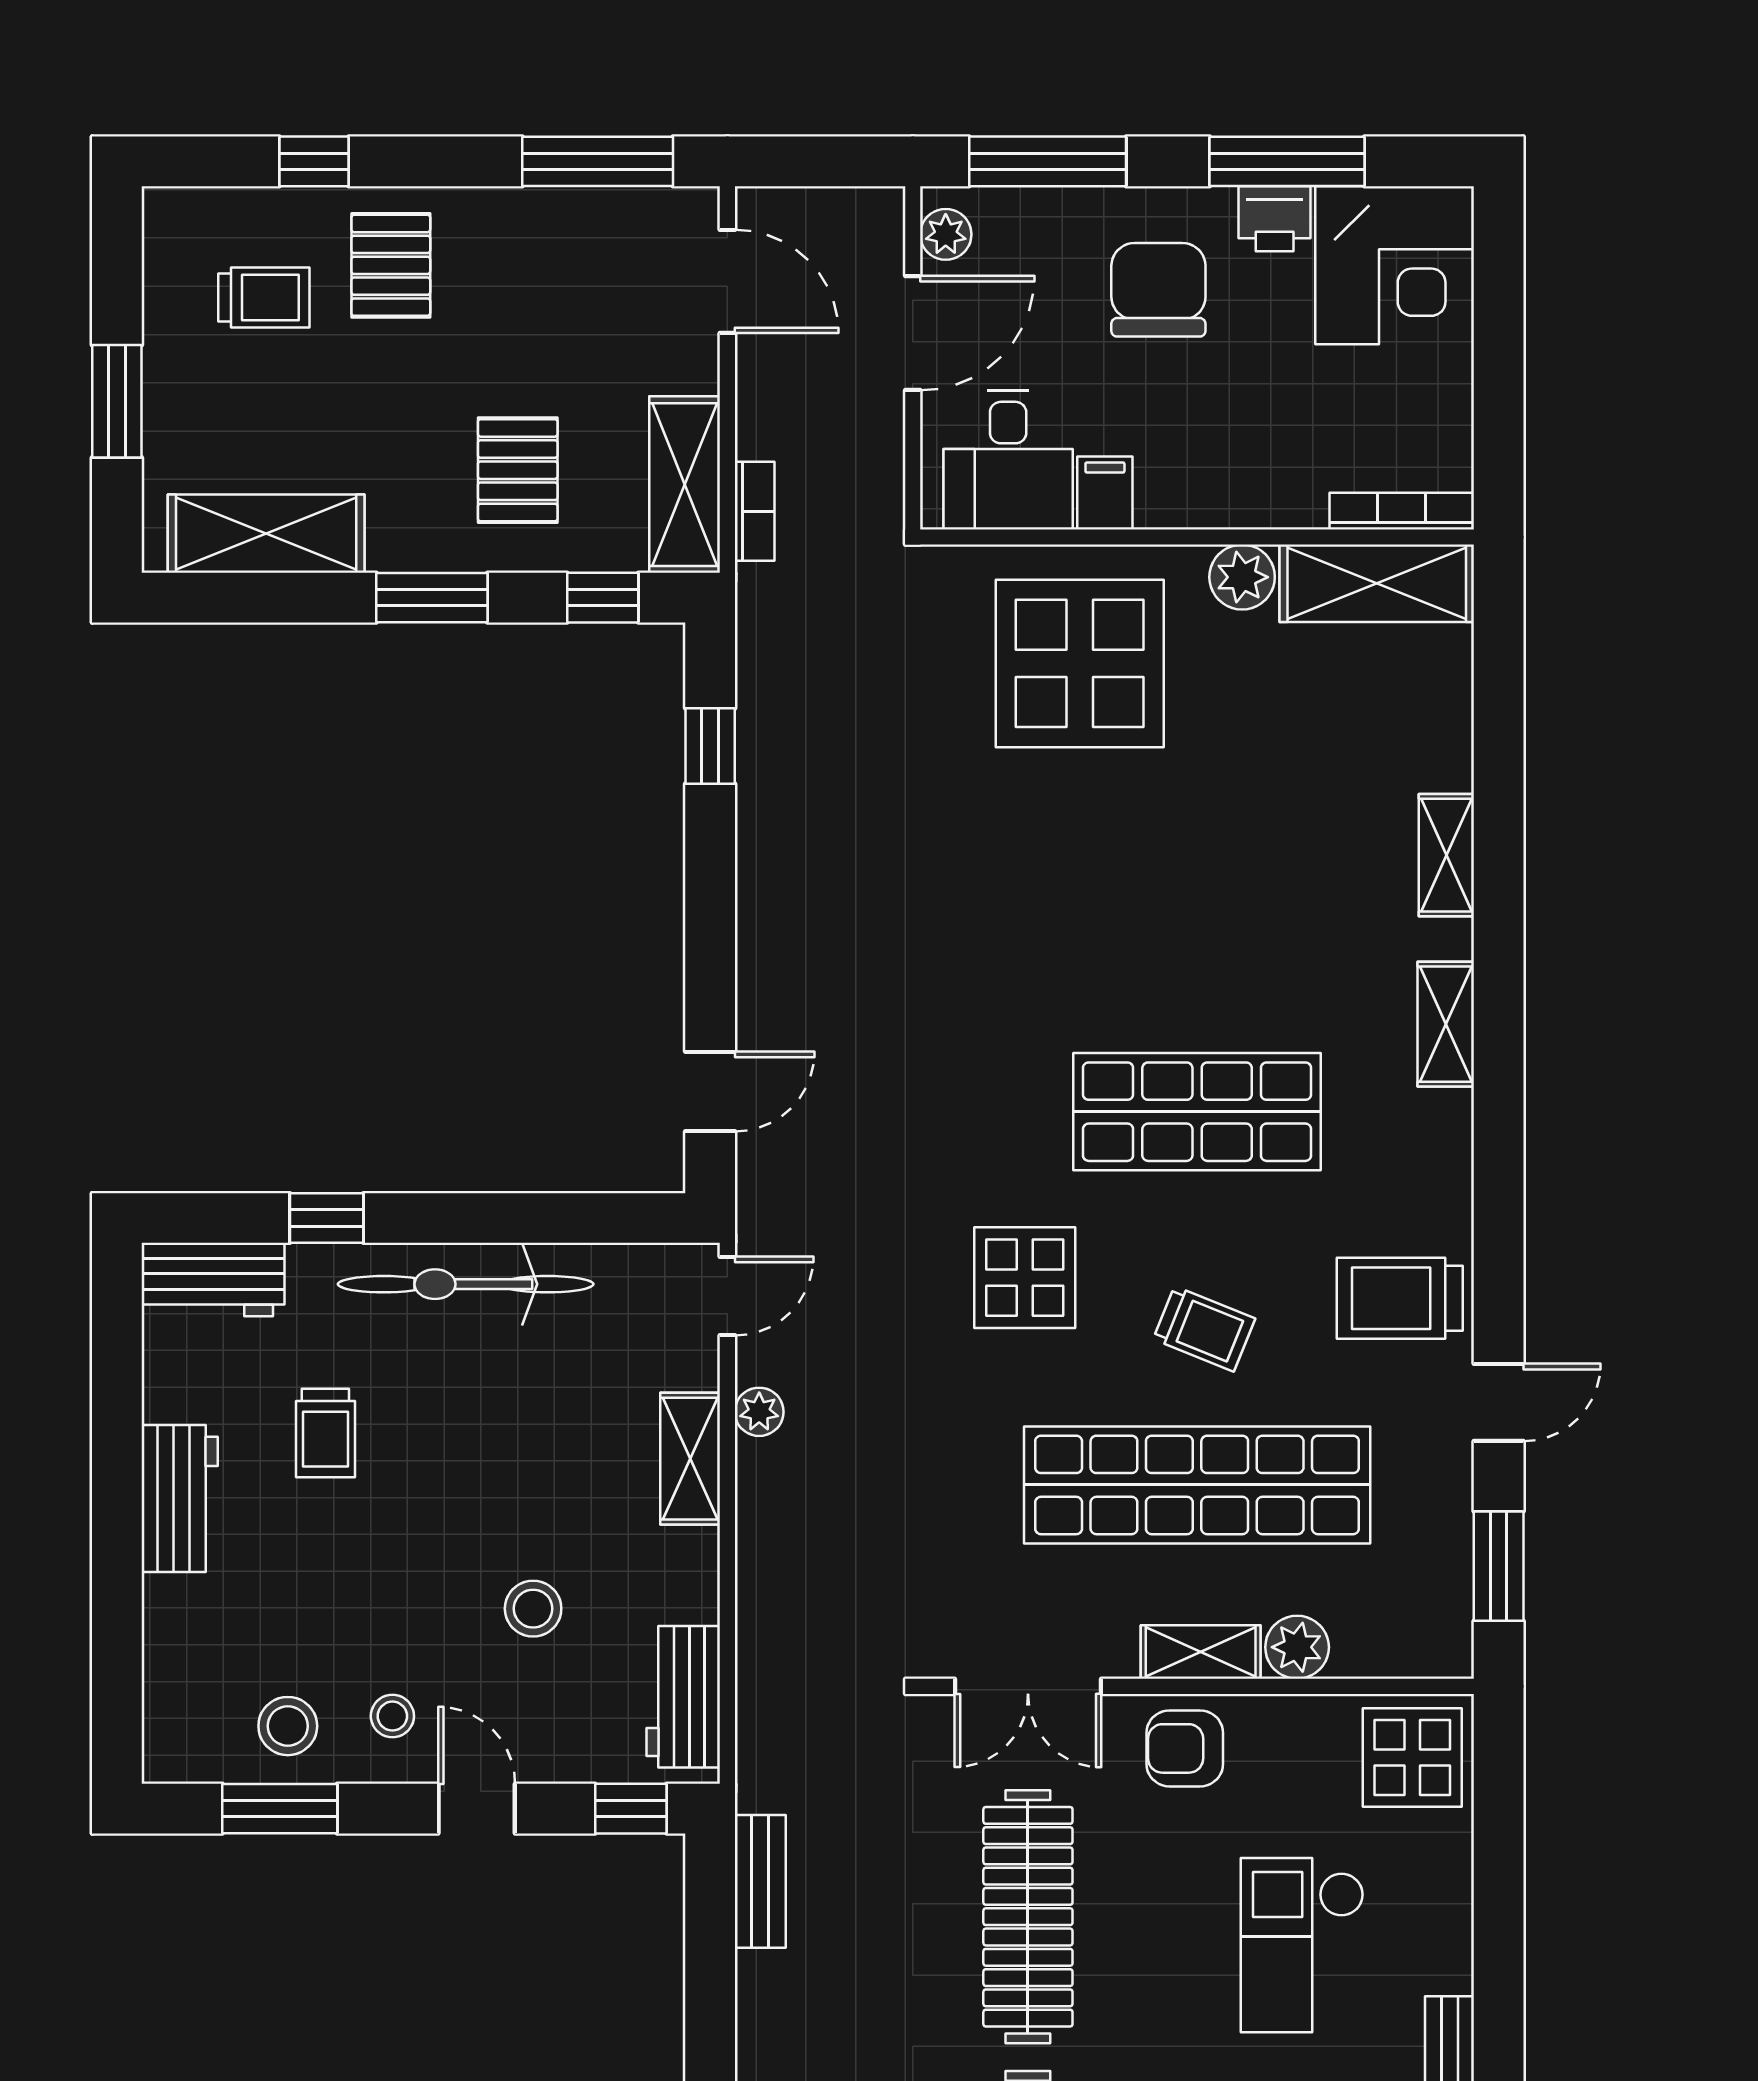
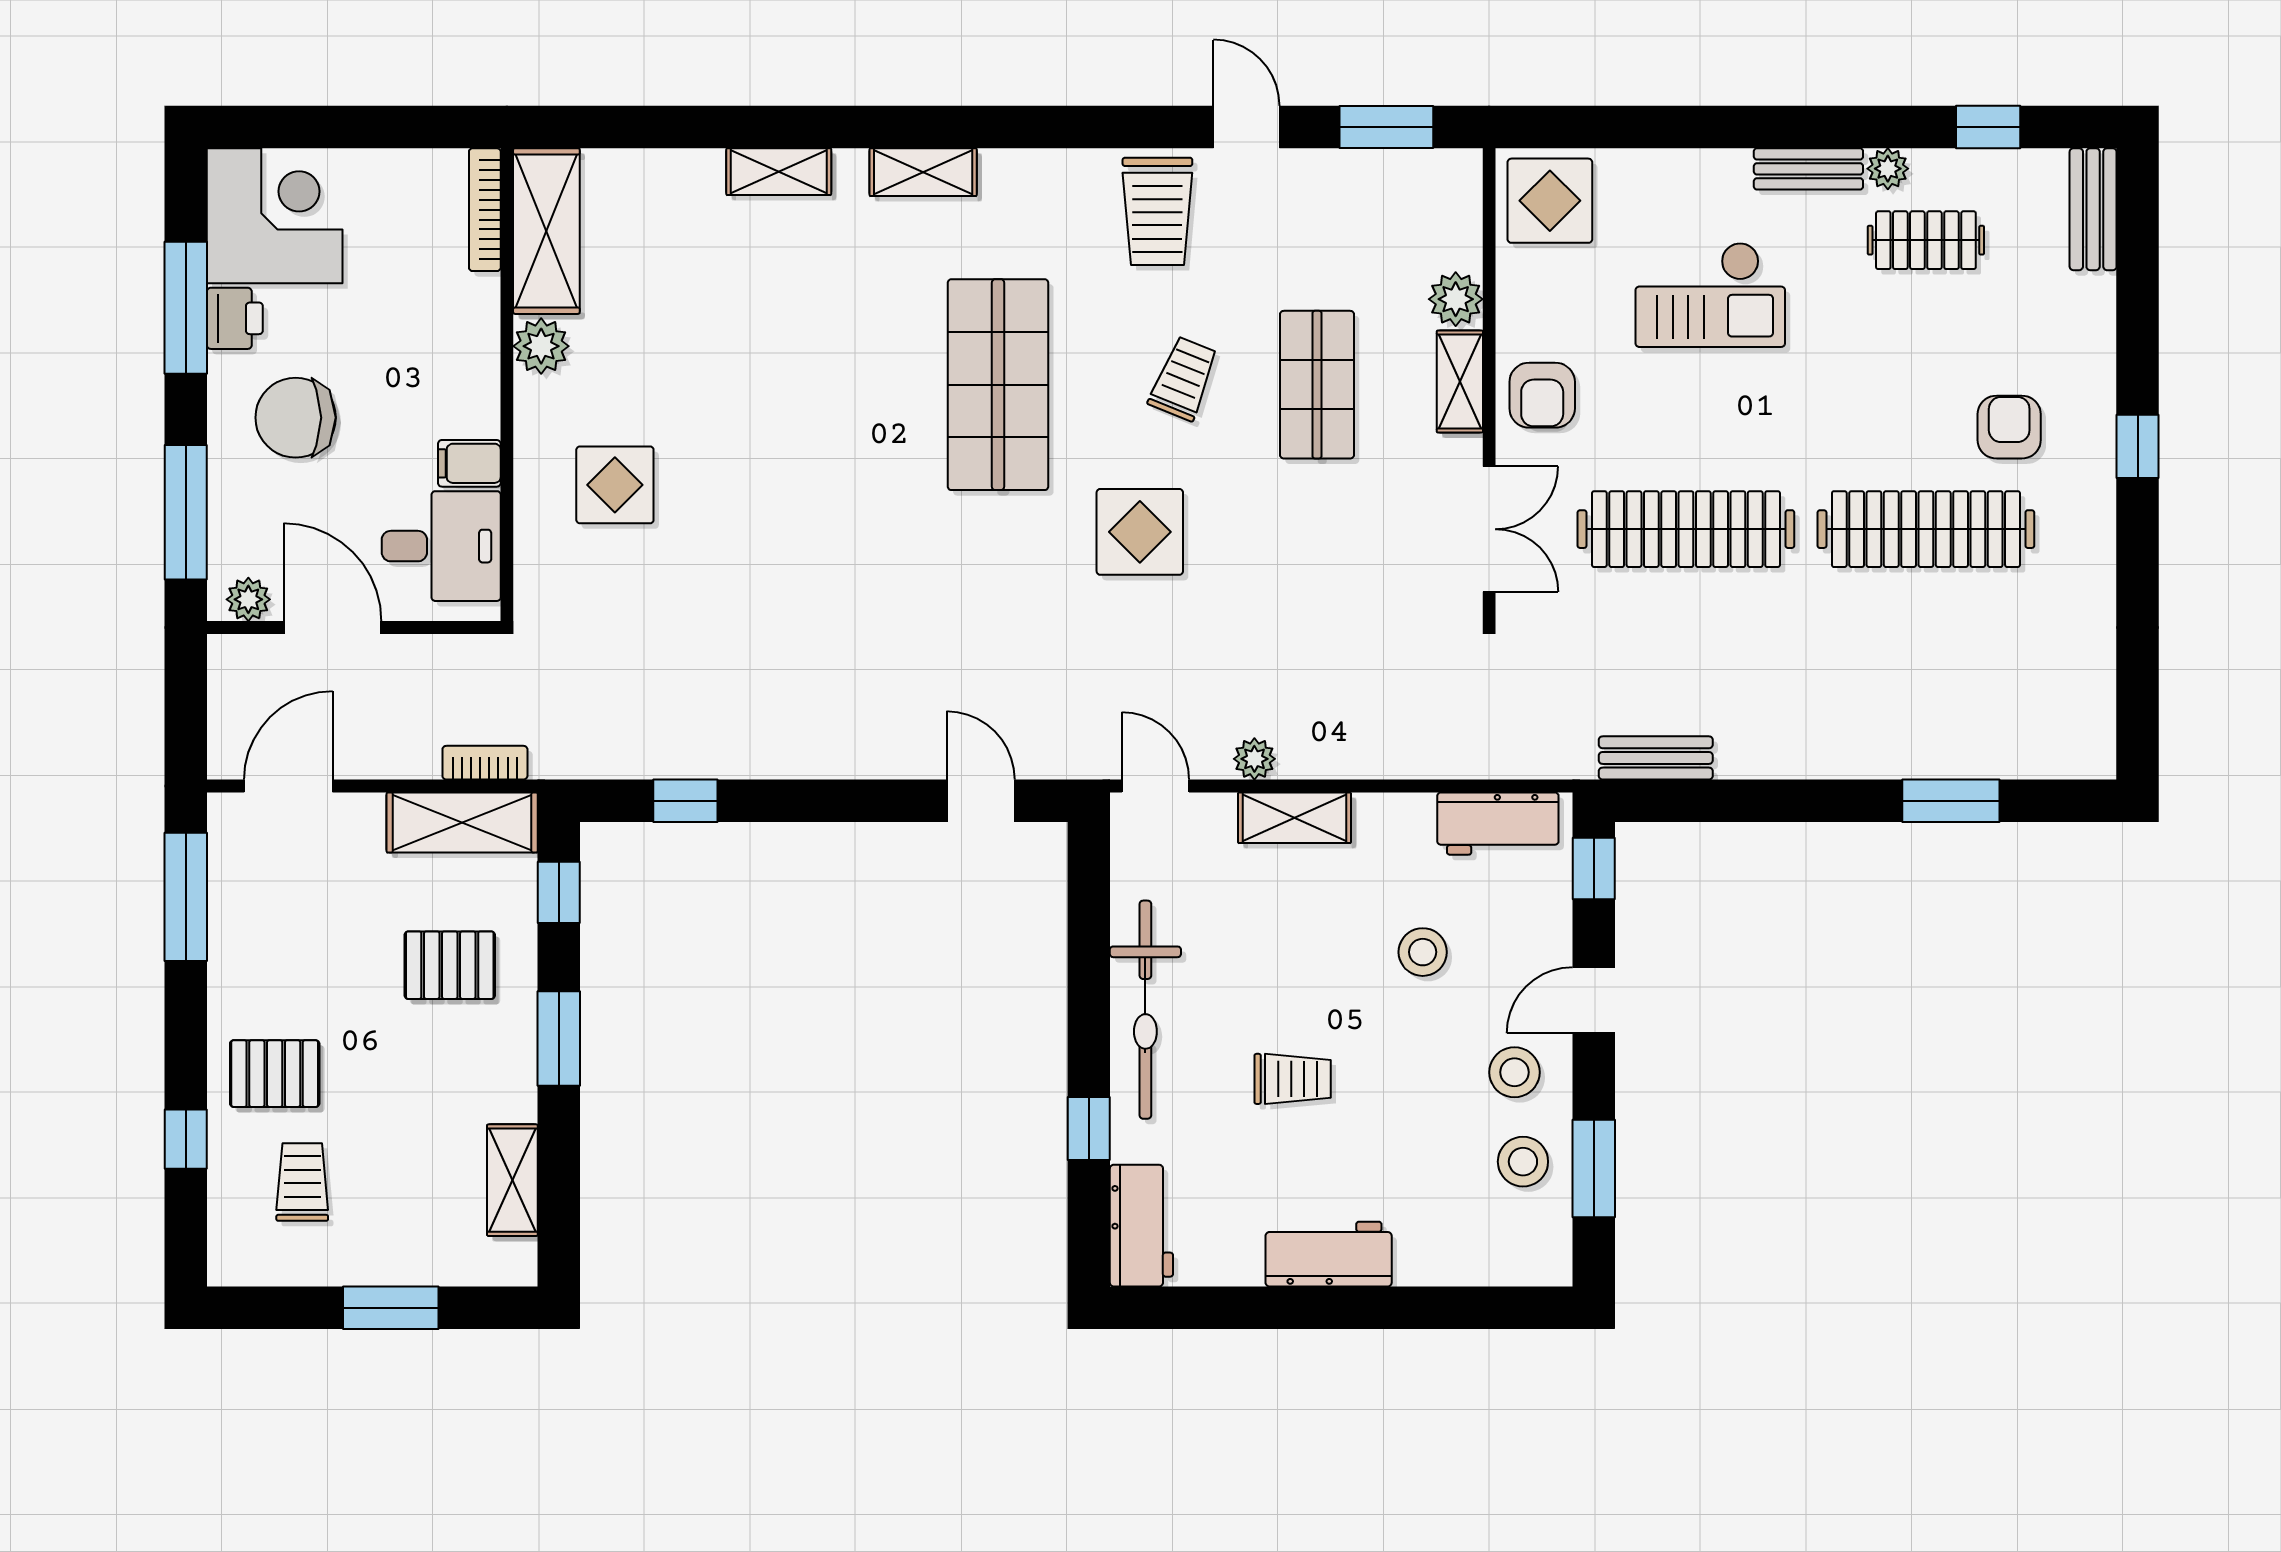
shelving: (266, 534) -> (512, 1180), width x0.67, depth x0.75
display table: (1080, 663) -> (615, 485), width x0.54, depth x0.54
trolley: (325, 1433) -> (1293, 1079), moved
shop shelf: (1197, 1485) -> (1317, 385), width x0.50, depth x0.74
stool: (392, 1716) -> (1514, 1072), width x1.37, depth x1.37

